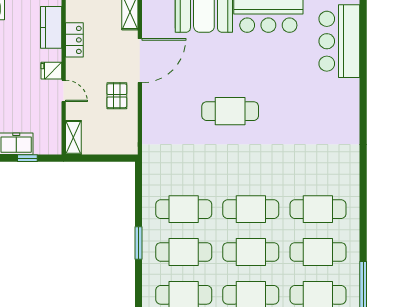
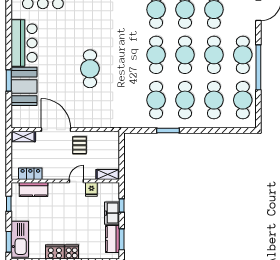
locker: (74, 40) -> (30, 174), moved
fridge: (51, 71) -> (91, 189), moved
pallet: (117, 96) -> (80, 145), turned 90
window: (139, 243) -> (168, 131), moved

